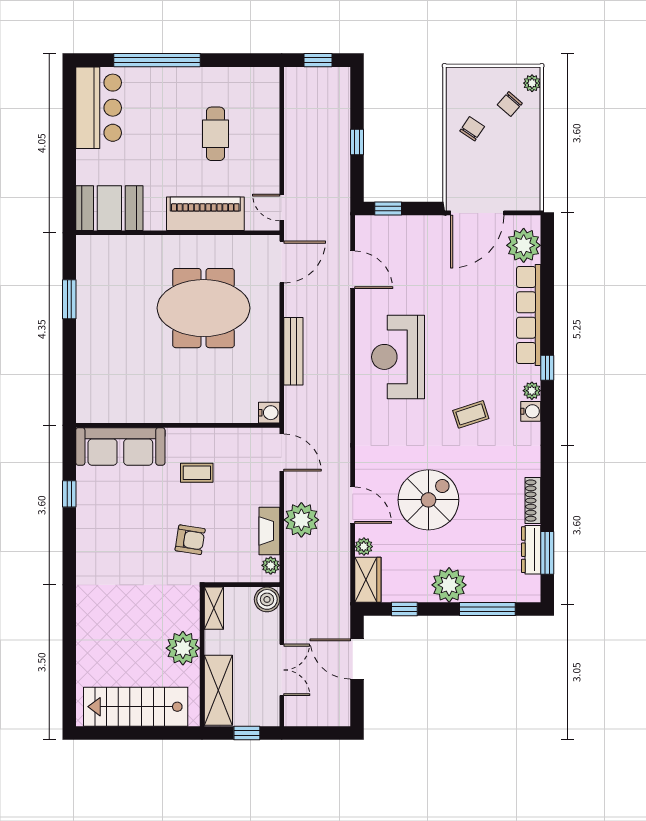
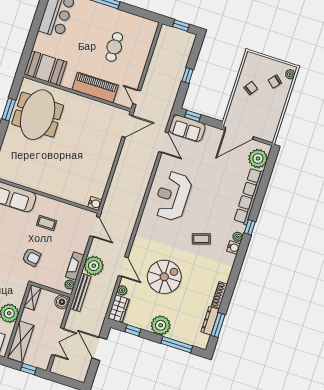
sofa: (386, 233) -> (187, 128), added
meeting table: (204, 308) -> (38, 115), moved, turned 90
bench: (293, 351) -> (80, 292), moved

